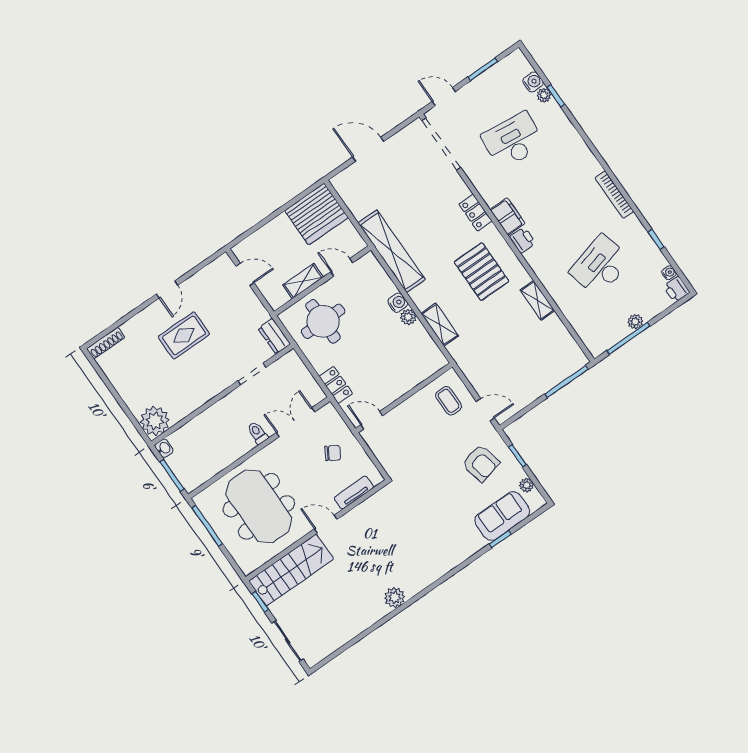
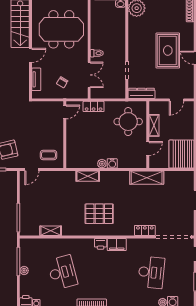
locker: (475, 213) -> (145, 230), moved
shelving: (392, 251) -> (147, 178), width x0.68
shelving: (537, 300) -> (51, 231), moved
rug: (184, 335) -> (168, 51), width x1.36, depth x1.43
dresser: (274, 336) -> (141, 93), width x1.44

